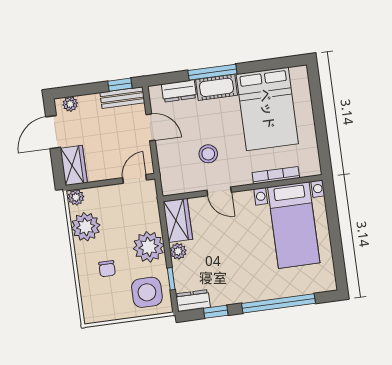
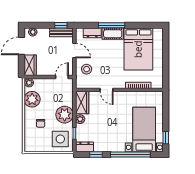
stool: (208, 154) -> (87, 69), moved
bed with nightstands: (294, 225) -> (144, 129), moved, turned 180
window: (339, 264) -> (166, 138), added

